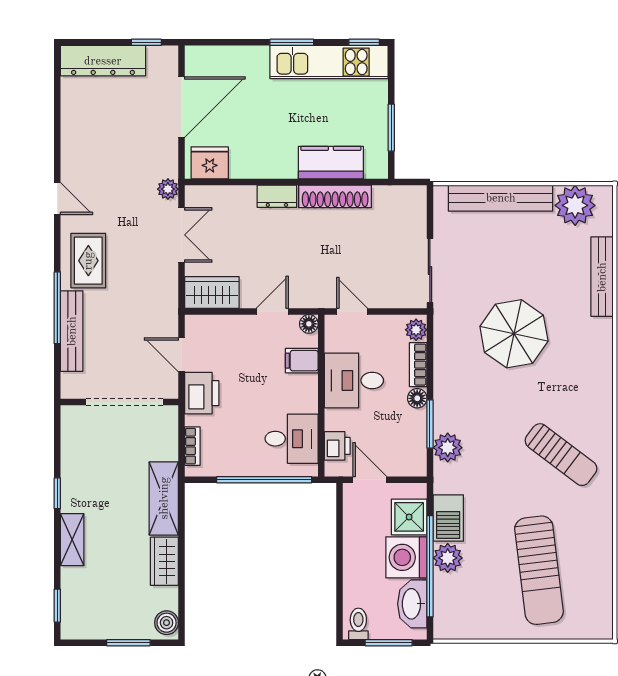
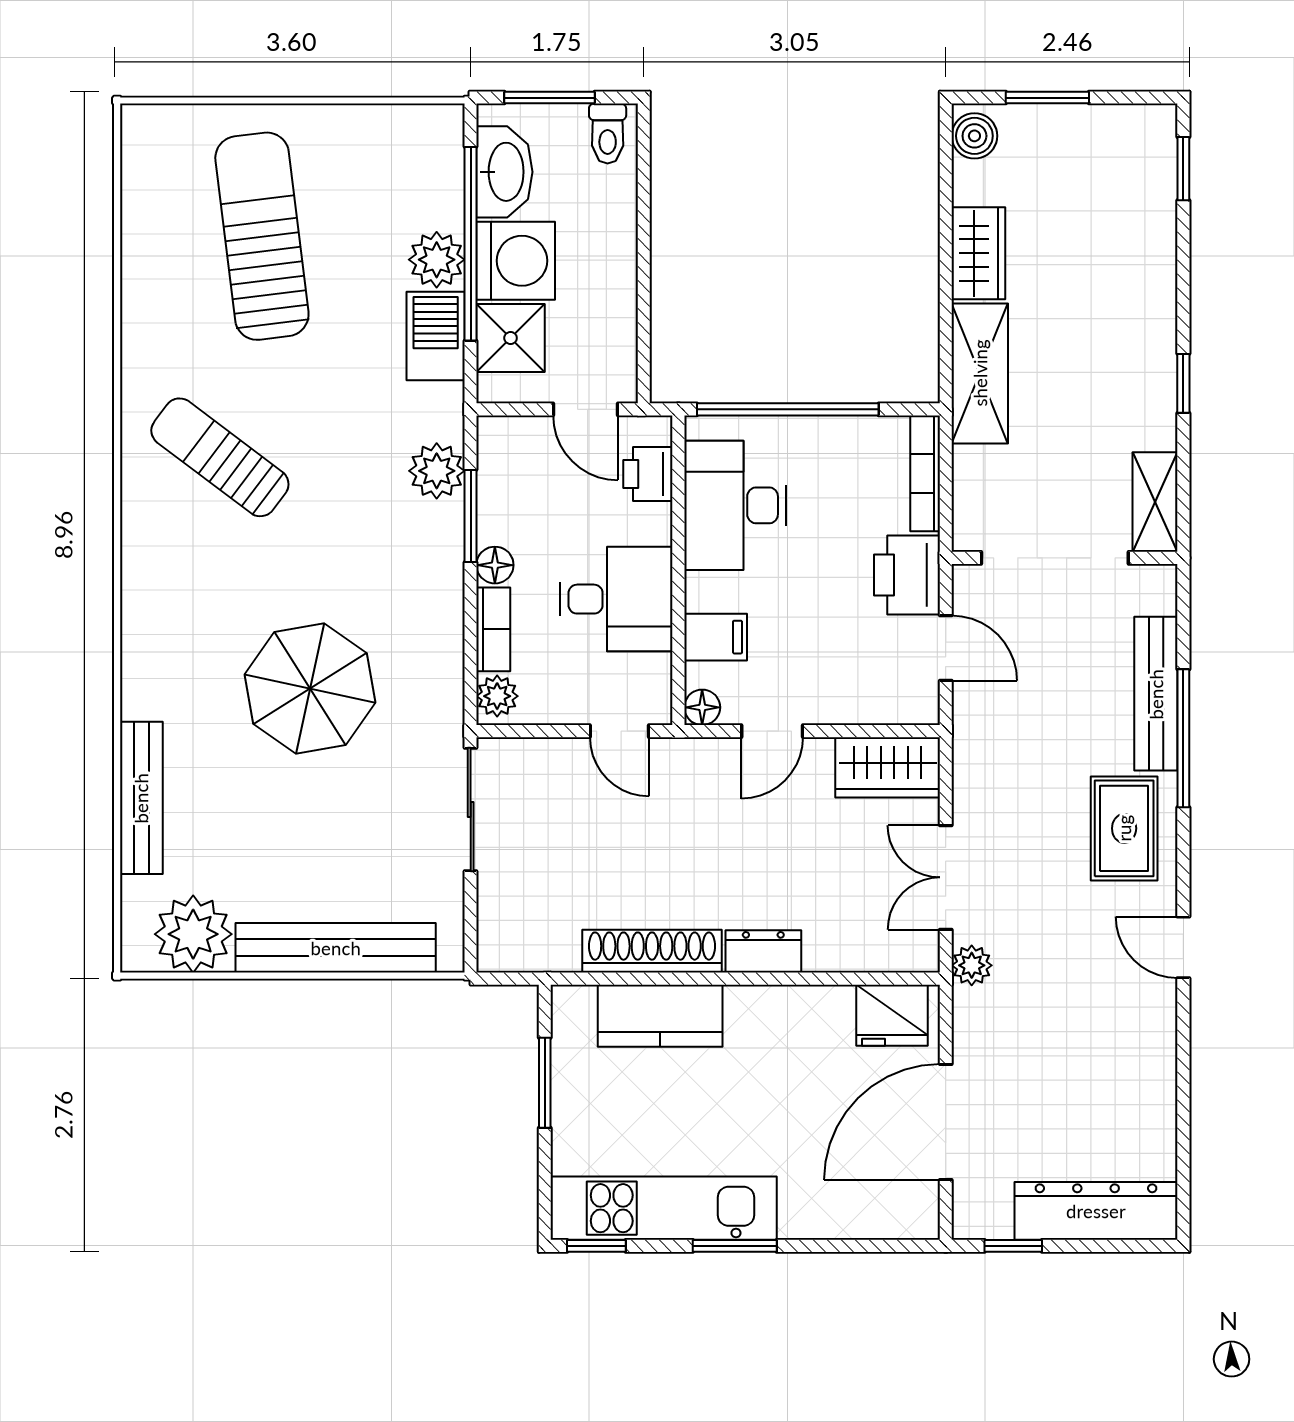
desk: (292, 439) -> (735, 505), width x1.37
bookcase: (192, 446) -> (925, 474), width x1.56
shelving: (72, 540) -> (1155, 502), moved

